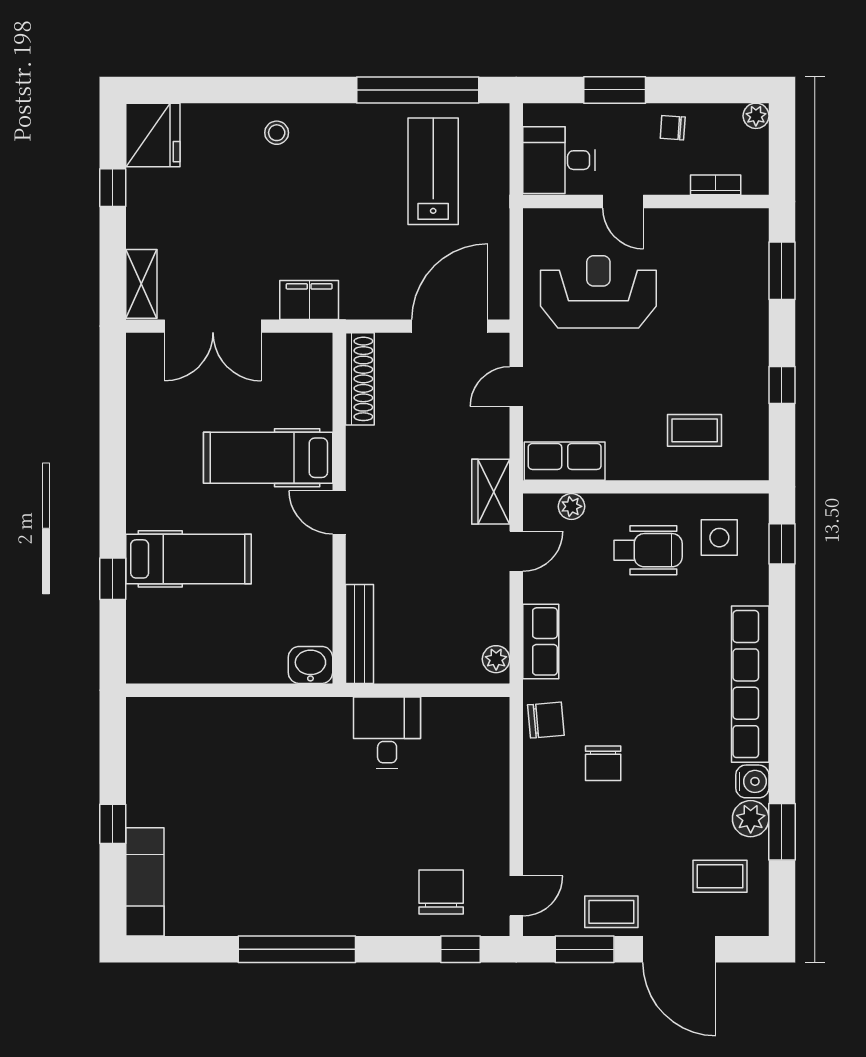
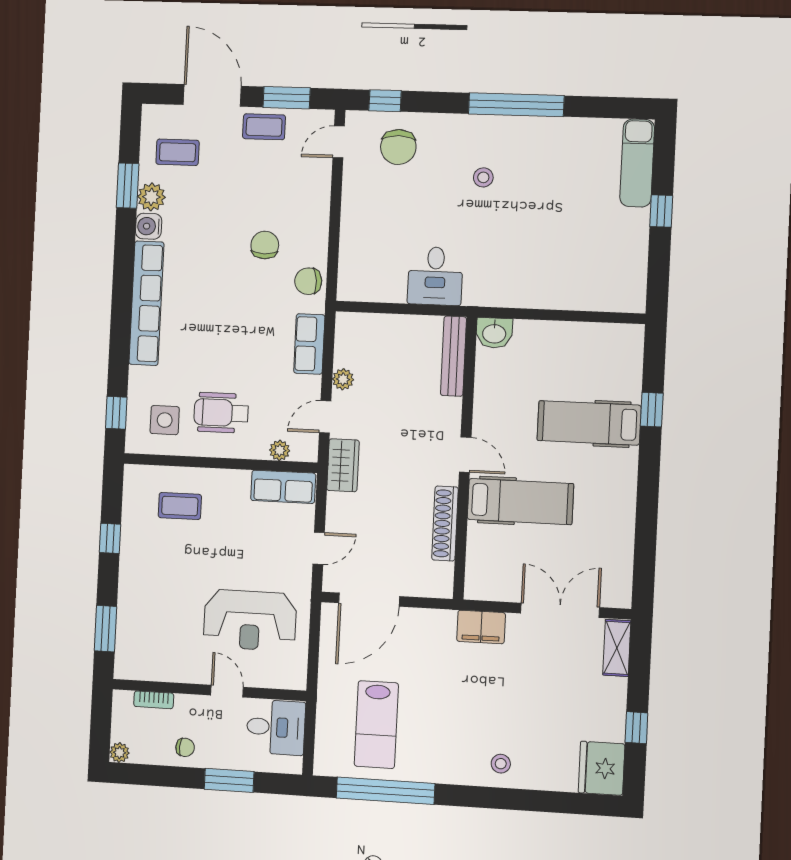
shoe rack: (360, 379) -> (445, 524), moved
plant: (496, 659) -> (343, 379), moved
stool: (333, 858) -> (483, 177), added

